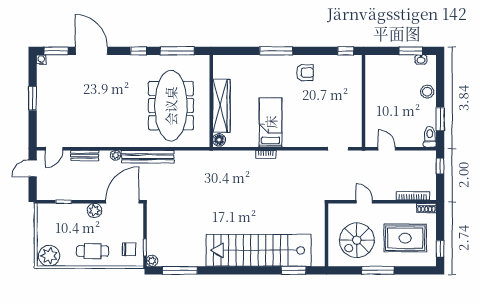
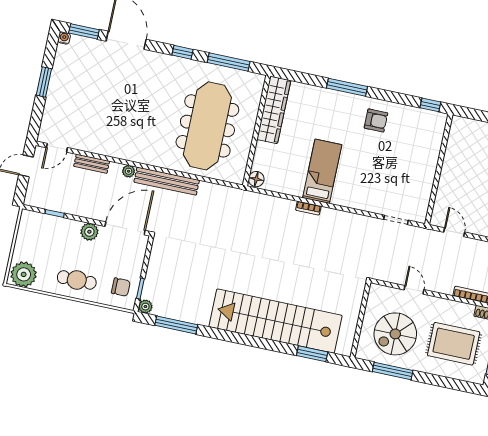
wardrobe: (221, 106) -> (274, 110), moved
window: (378, 270) -> (393, 371), moved

